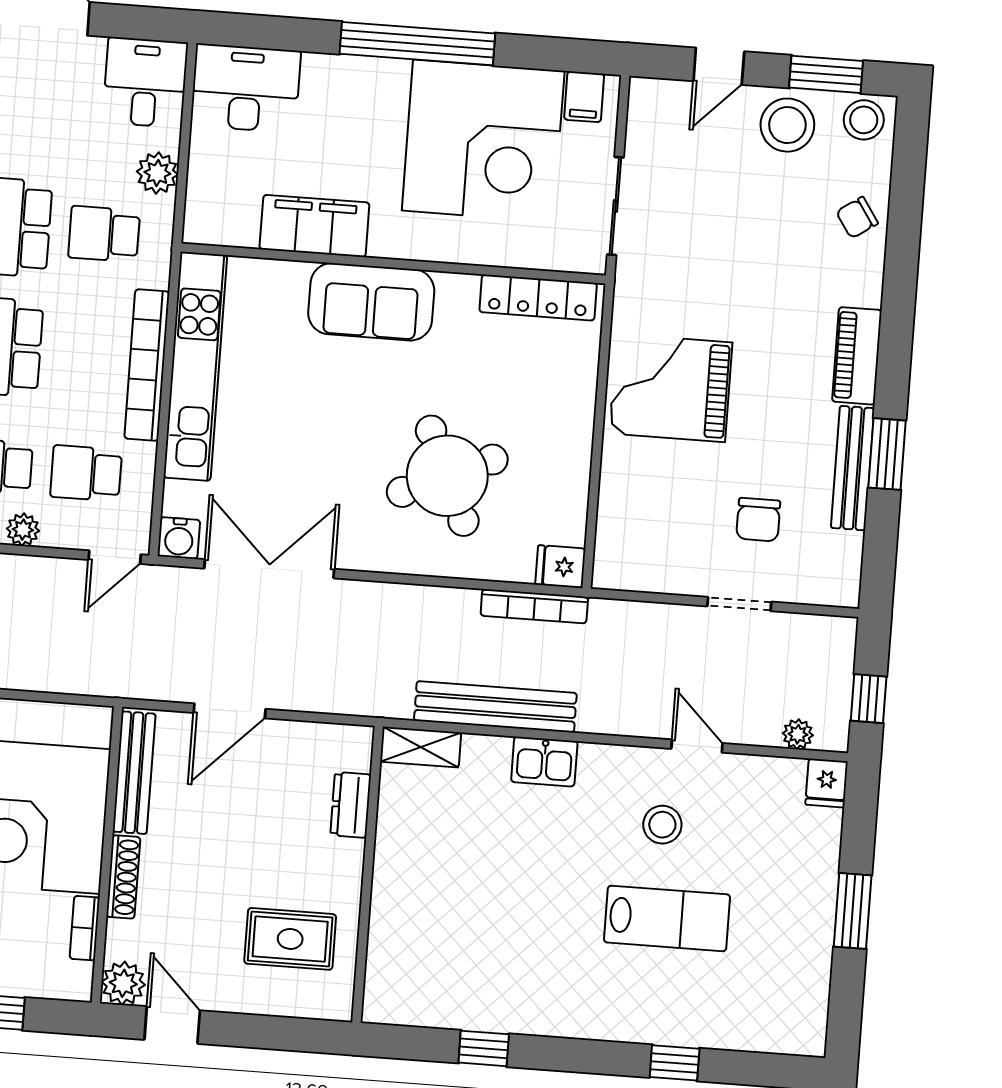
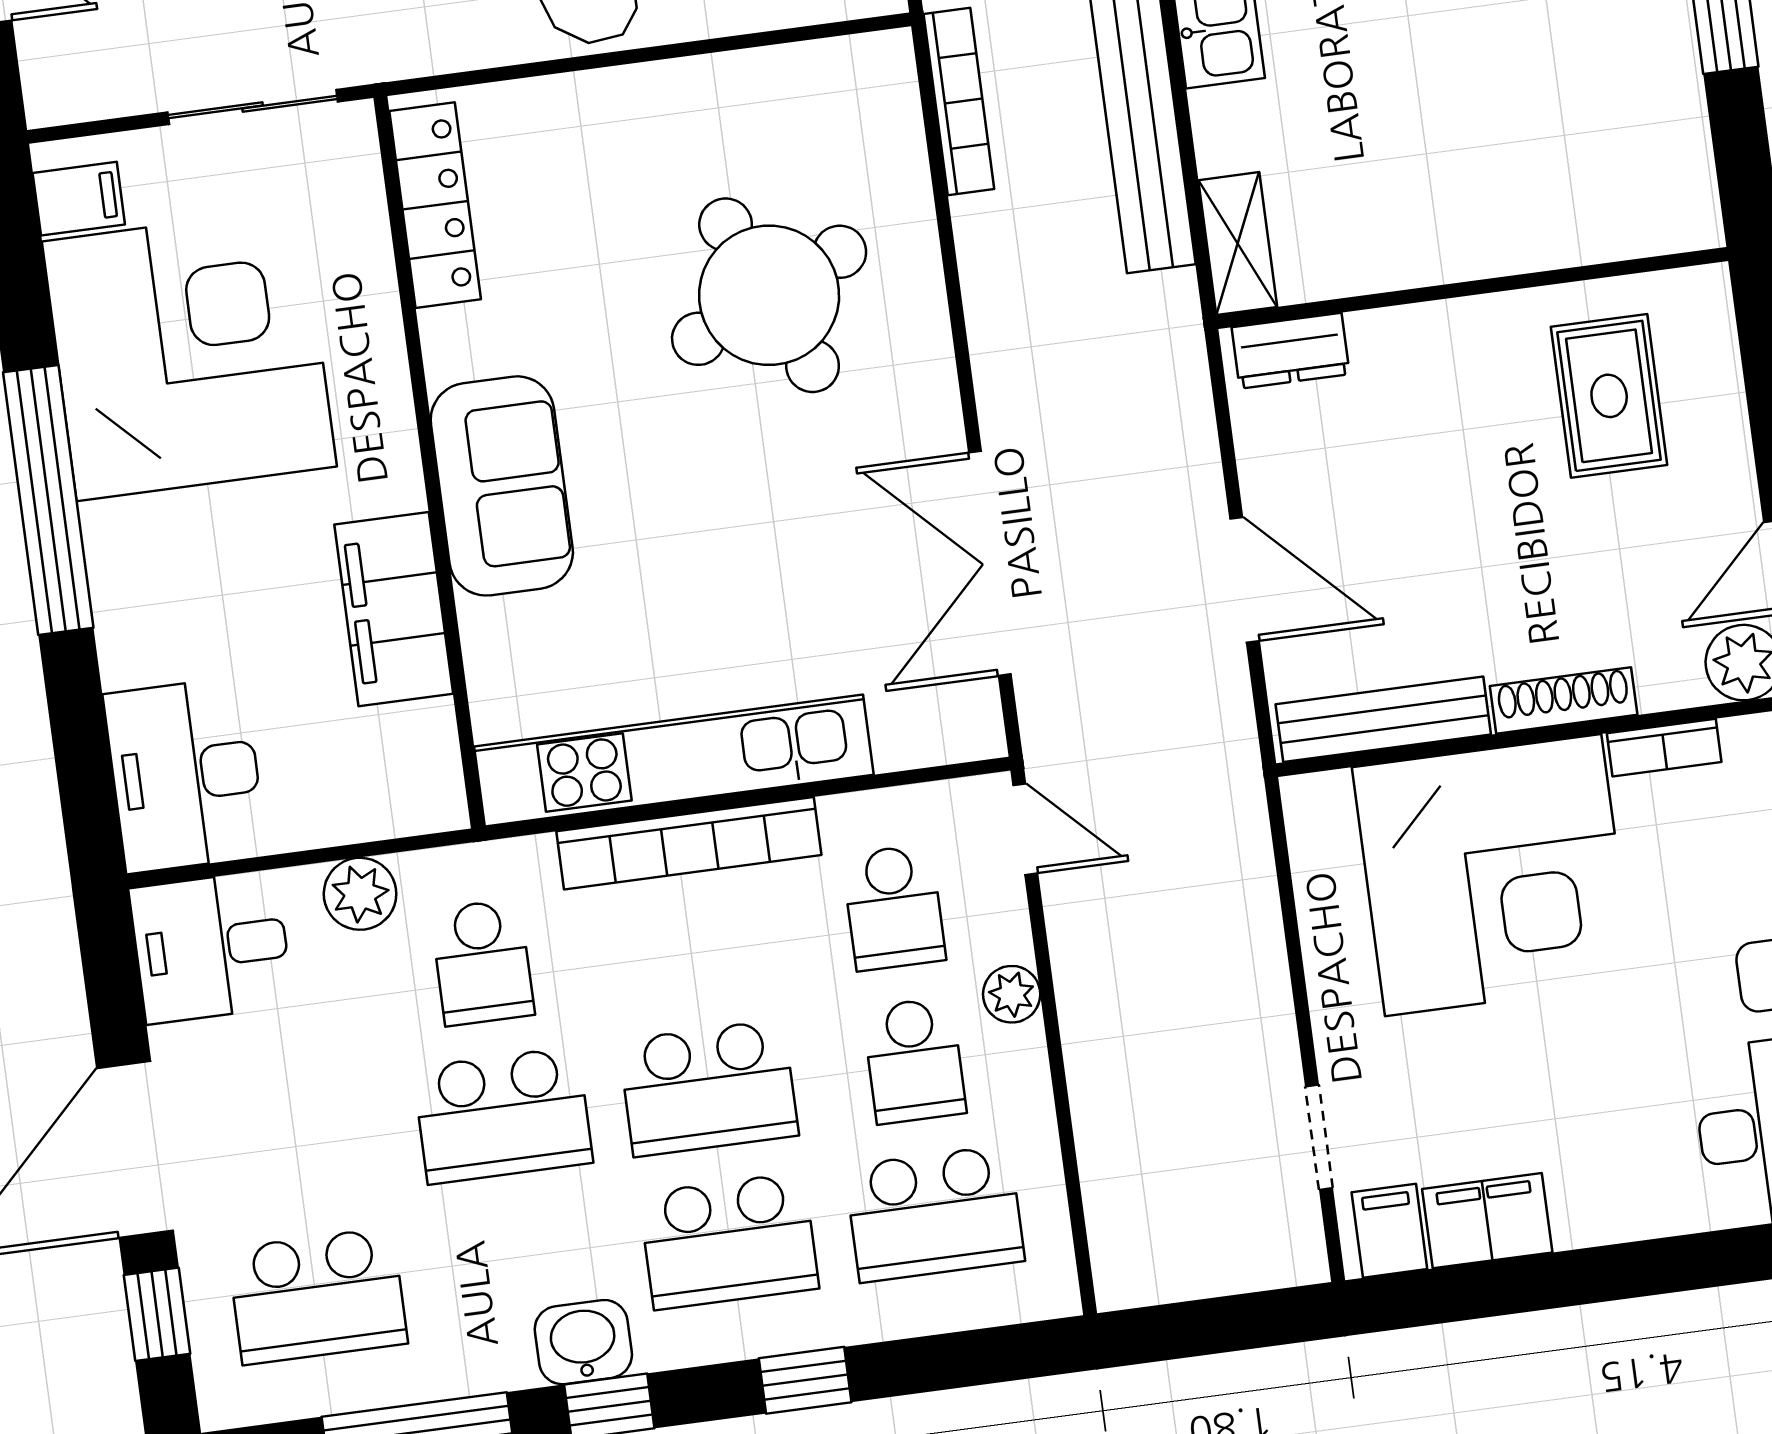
water cooler: (179, 538) -> (970, 727), removed
fridge: (560, 567) -> (882, 71), removed
dresser: (351, 805) -> (1291, 351), moved

